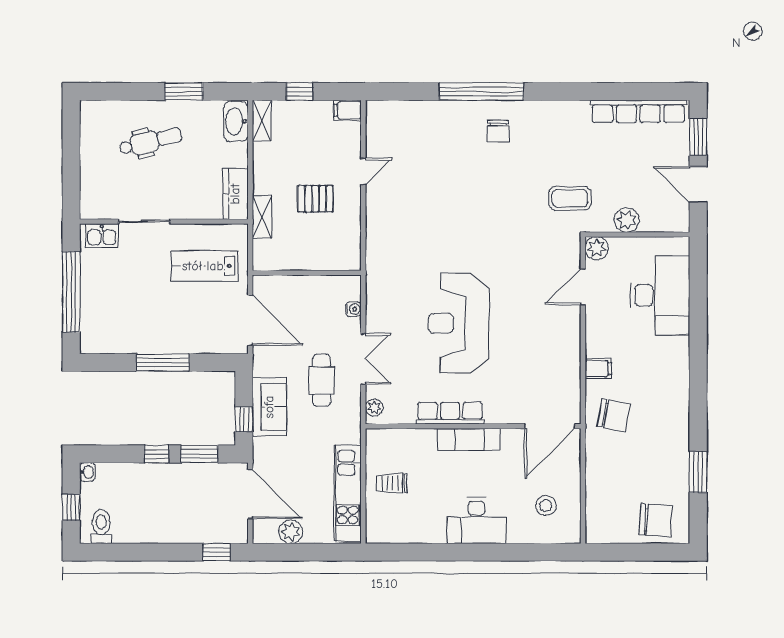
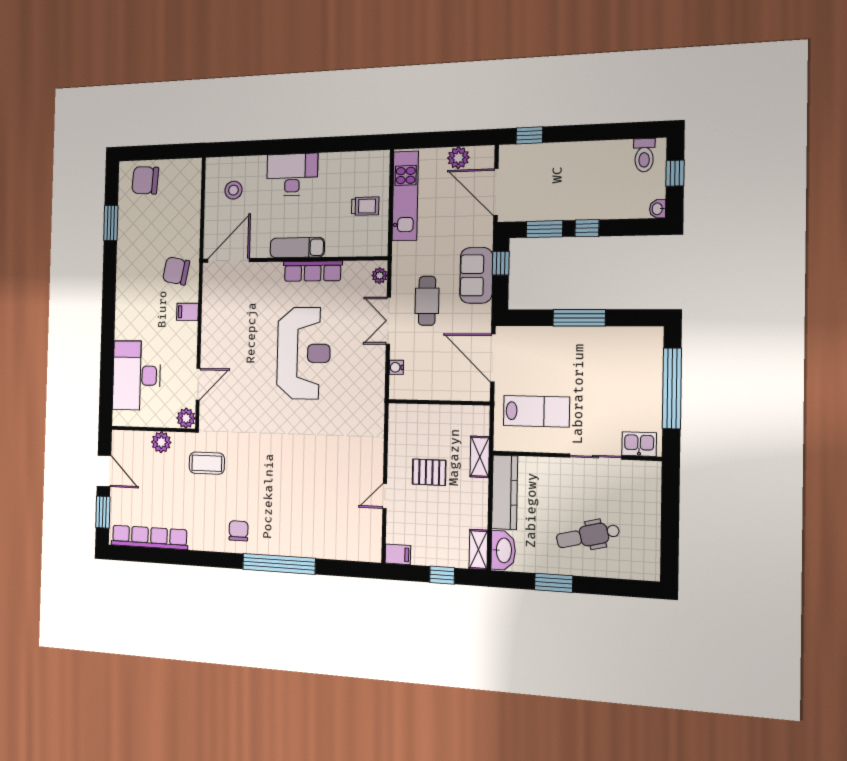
chair: (498, 131) -> (238, 531), moved
kitchen counter: (235, 194) -> (505, 492), width x1.50

